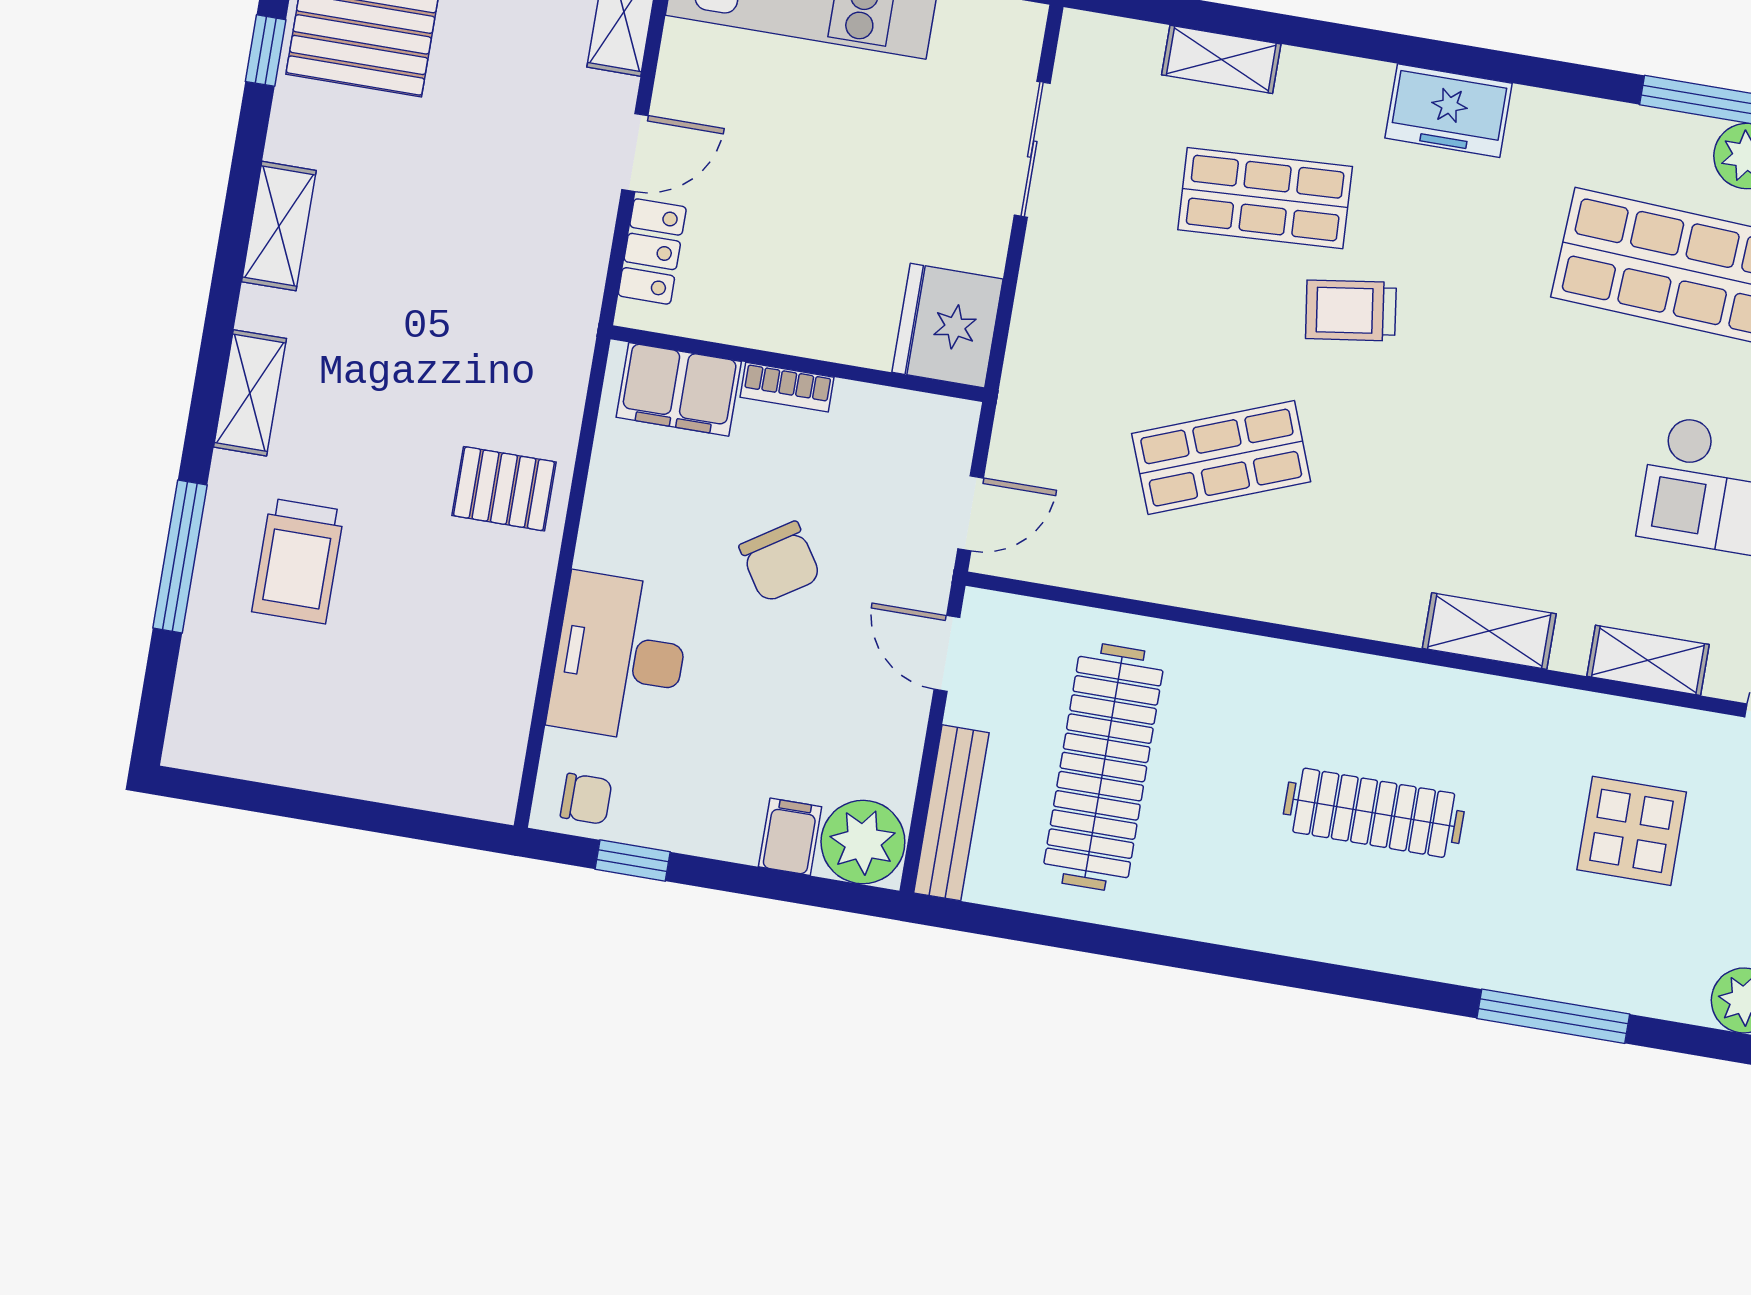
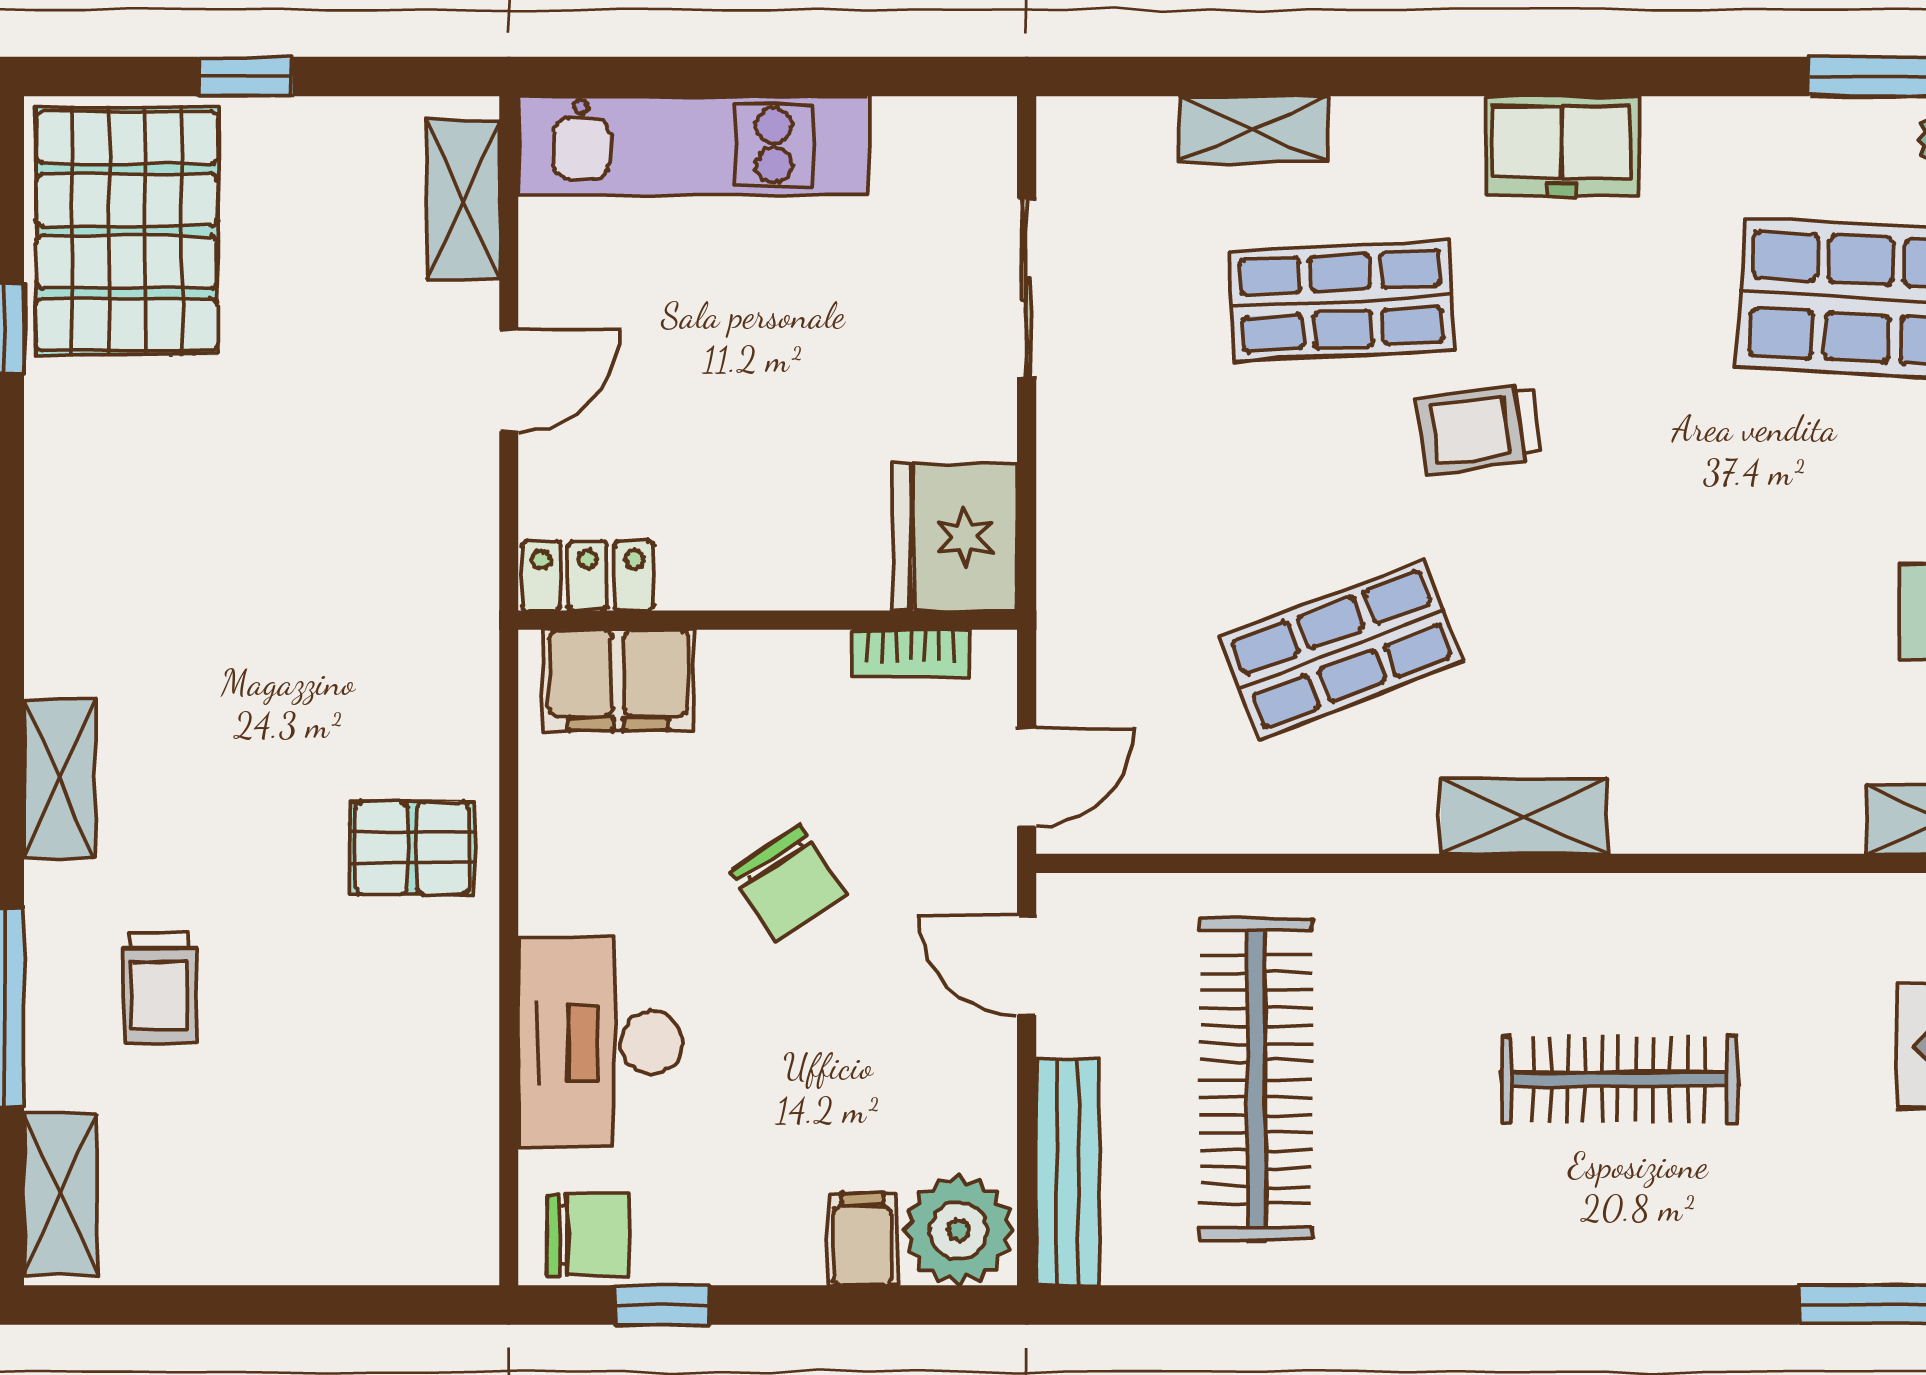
shelving: (279, 226) -> (60, 1194), moved
locker: (652, 251) -> (588, 576), moved, turned -90
bookcase: (787, 387) -> (911, 653), moved
trolley: (298, 561) -> (159, 988), width x0.73, depth x0.72
shelving: (1489, 631) -> (1524, 816), moved
chair: (586, 799) -> (588, 1235), width x1.37, depth x1.37

